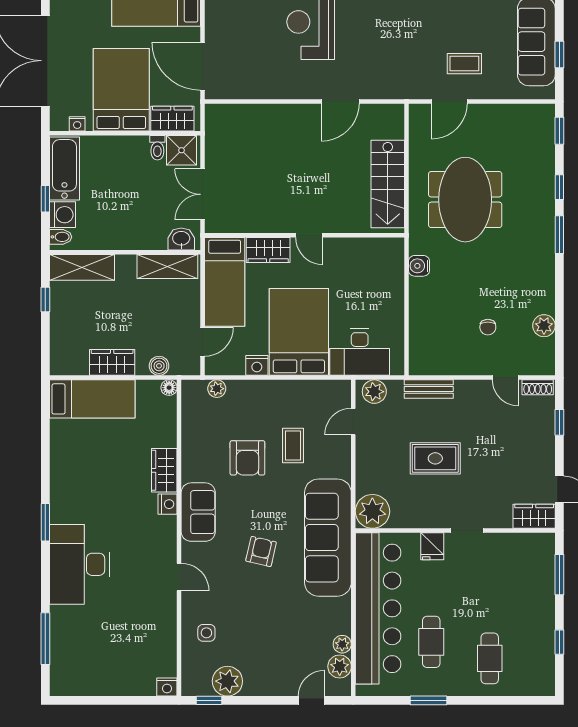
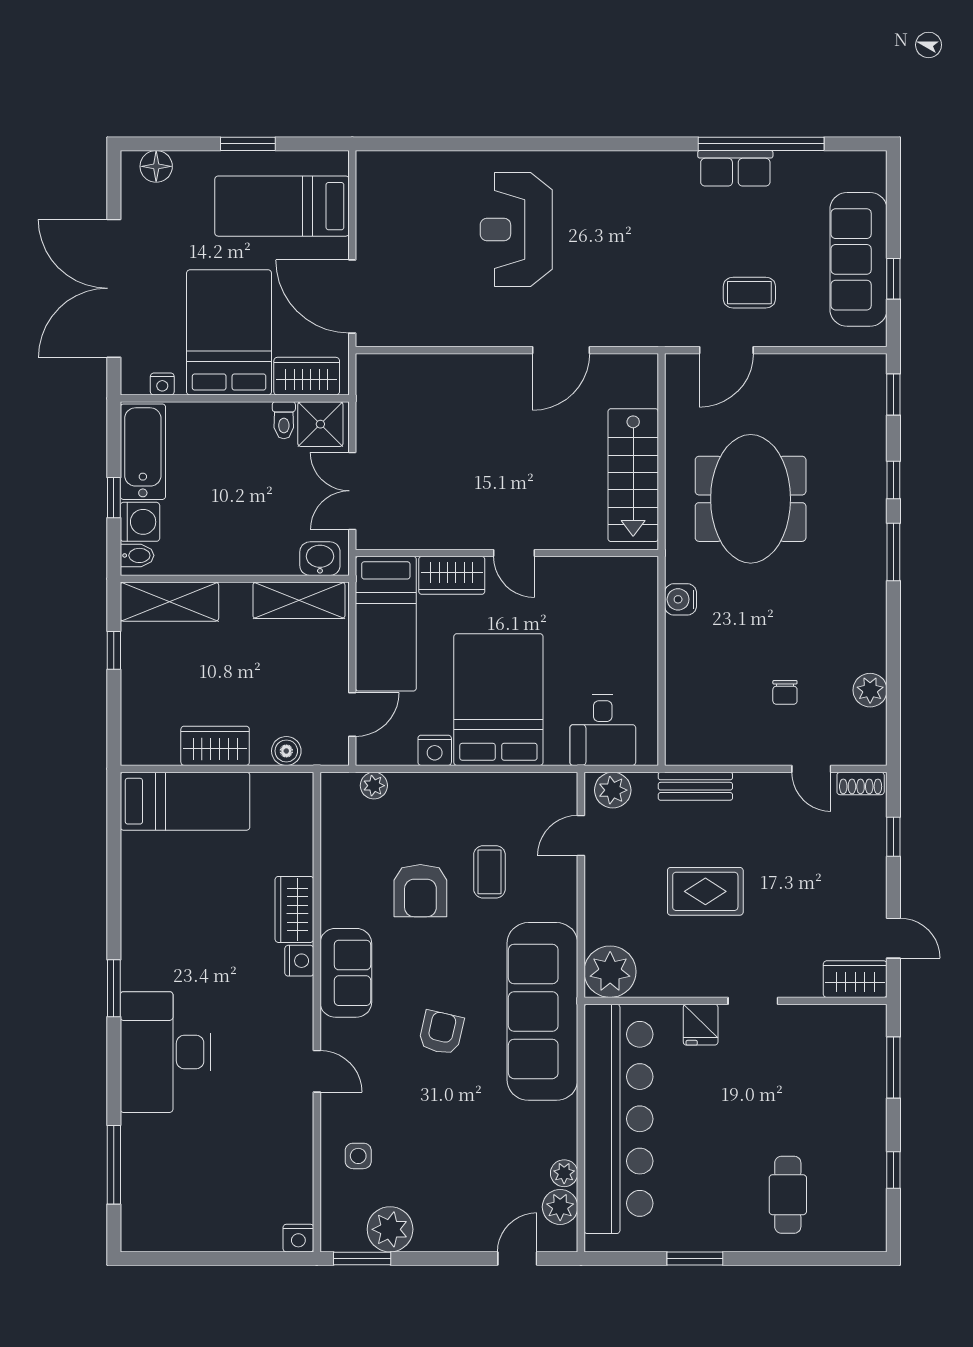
desk: (360, 352) -> (603, 730), width x0.73
floor lamp: (169, 388) -> (302, 784), removed
cafe table: (431, 642) -> (699, 1170), removed
window: (209, 700) -> (362, 1258), width x1.50

